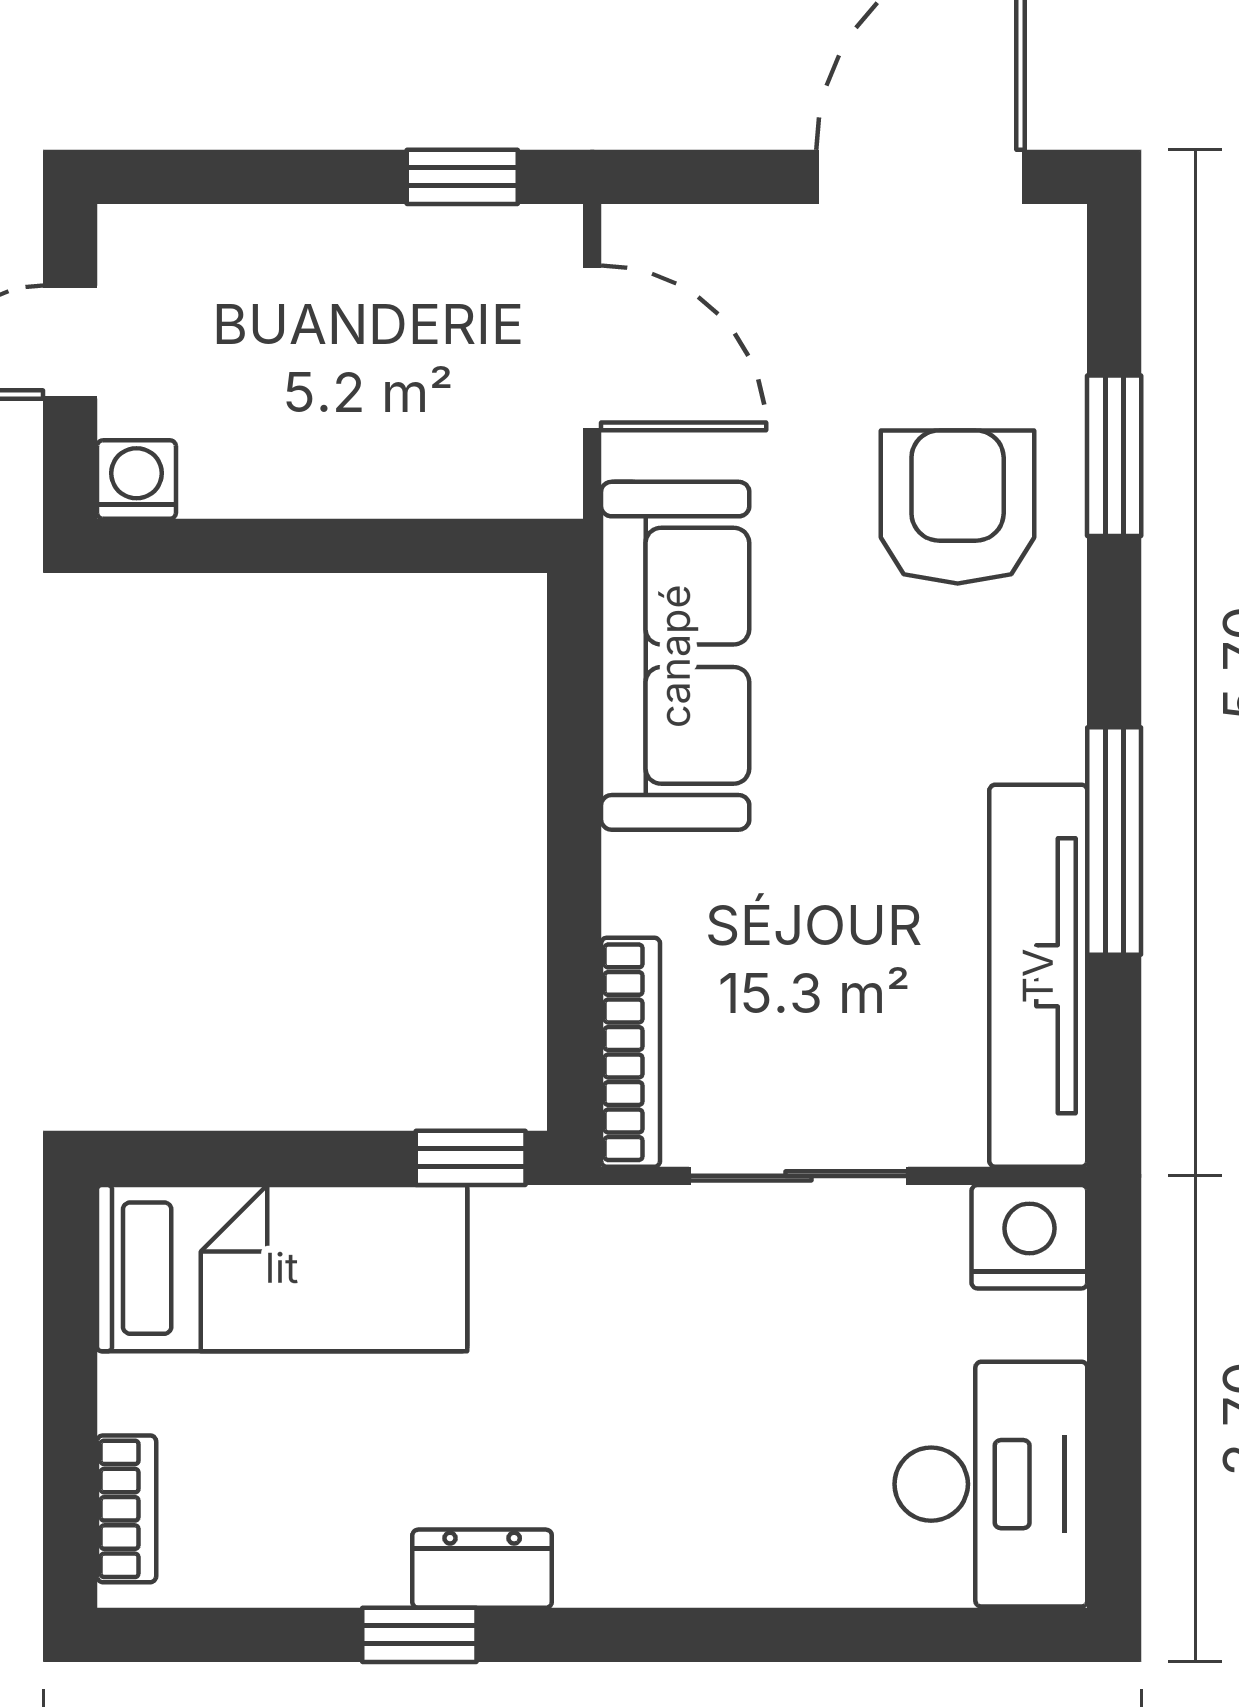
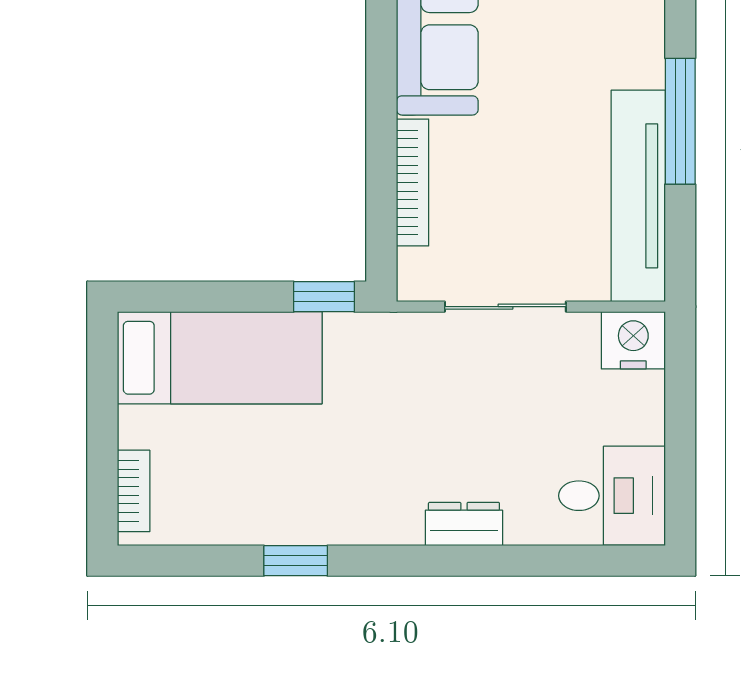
bookcase: (631, 1052) -> (413, 182), moved
desk: (991, 1484) -> (612, 496), width x0.73
dresser: (482, 1569) -> (464, 524), moved

